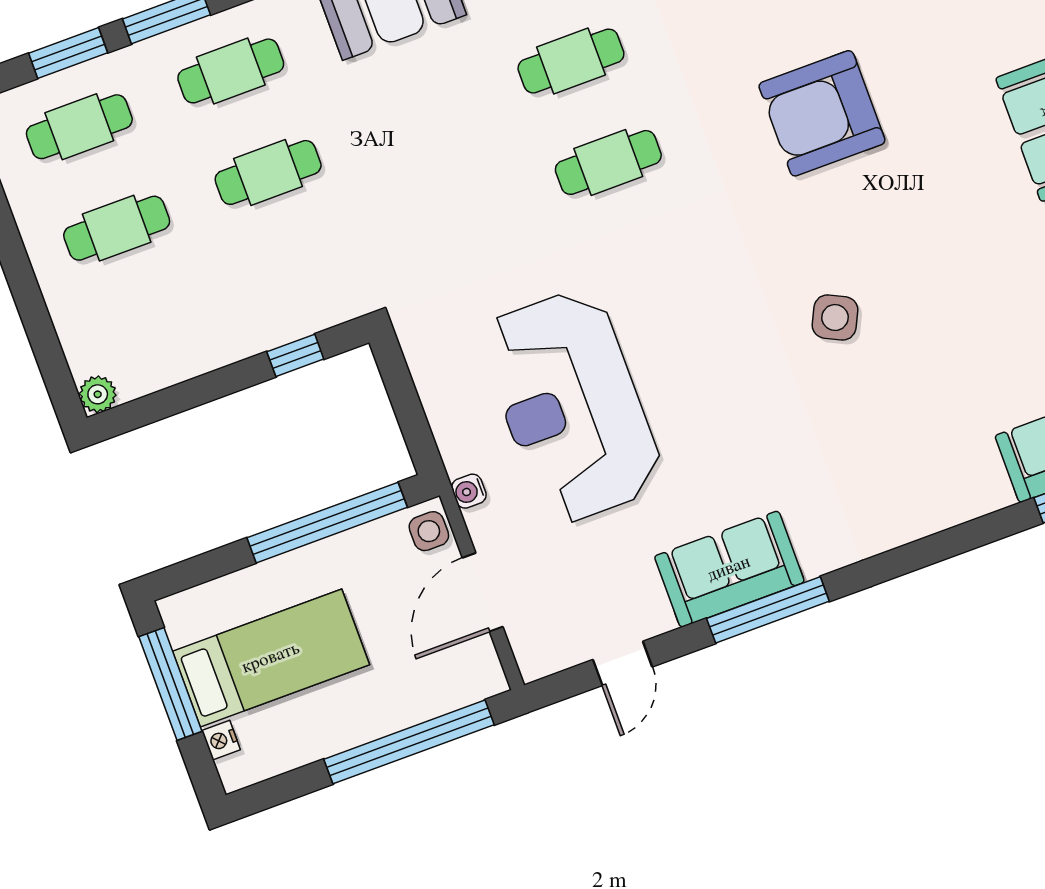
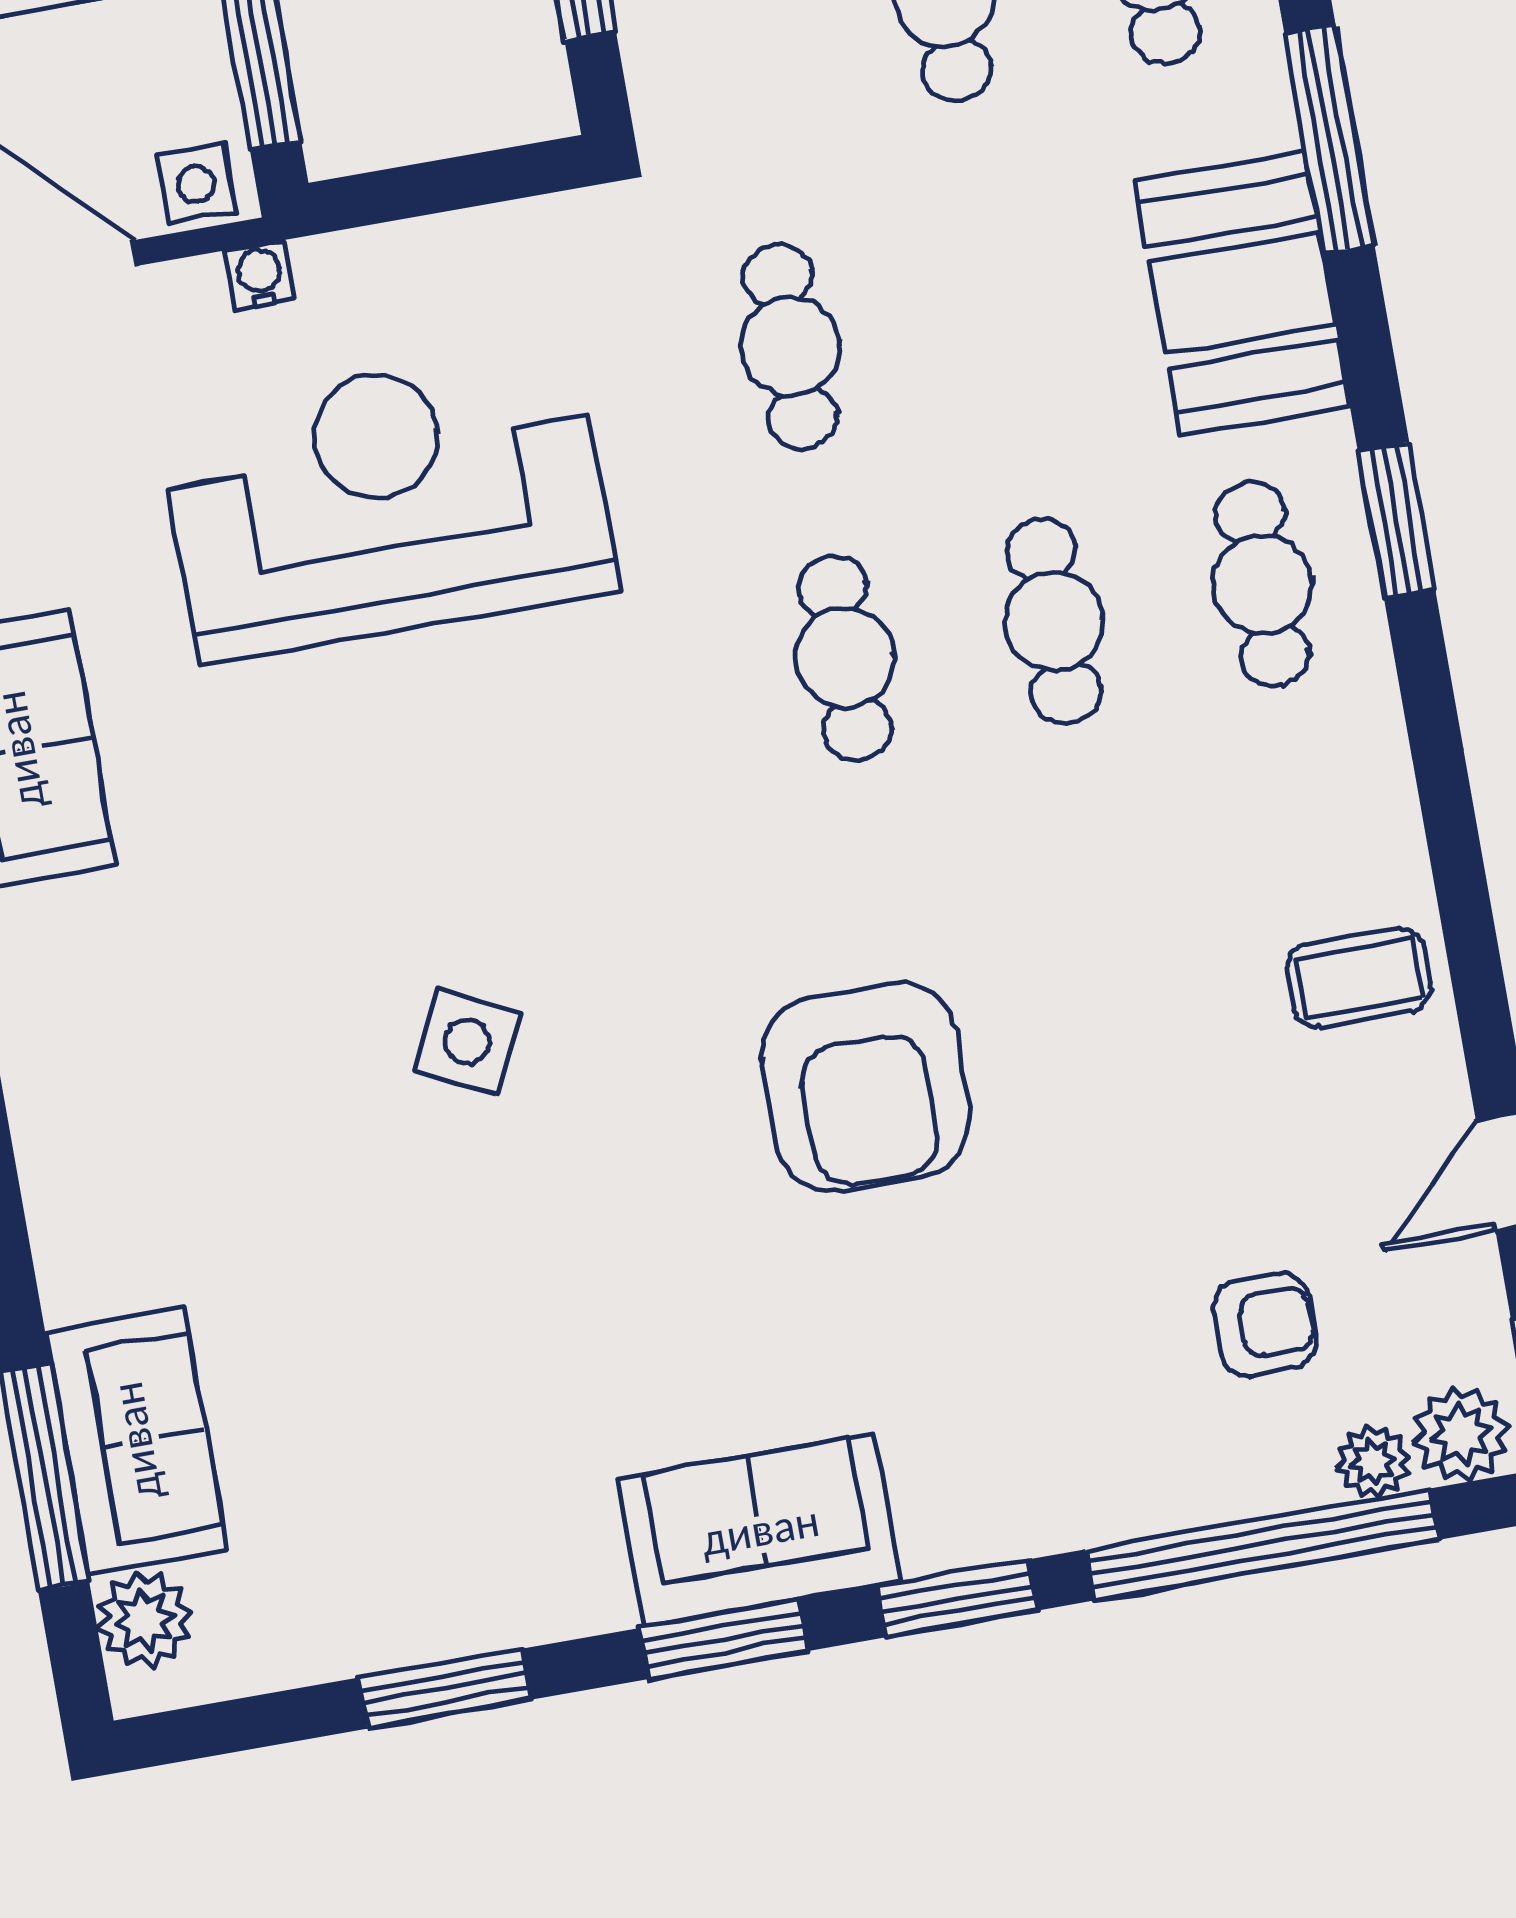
armchair: (822, 113) -> (866, 1087), turned 180
cafe table: (457, 218) -> (790, 346), added

